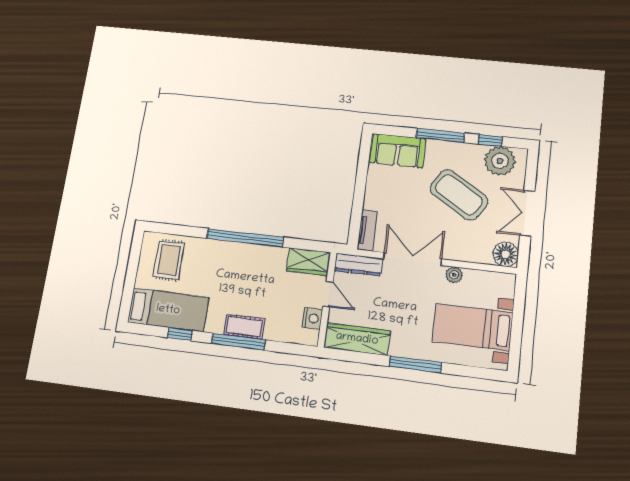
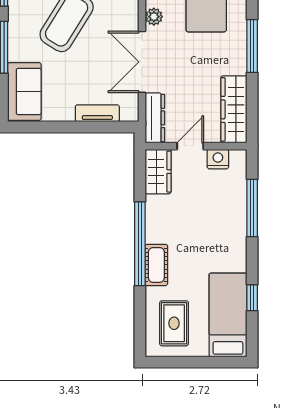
tv unit: (367, 230) -> (97, 113), moved
rug: (169, 260) -> (174, 323), turned 90
cot: (244, 327) -> (156, 265), moved
window: (238, 342) -> (252, 208), moved

